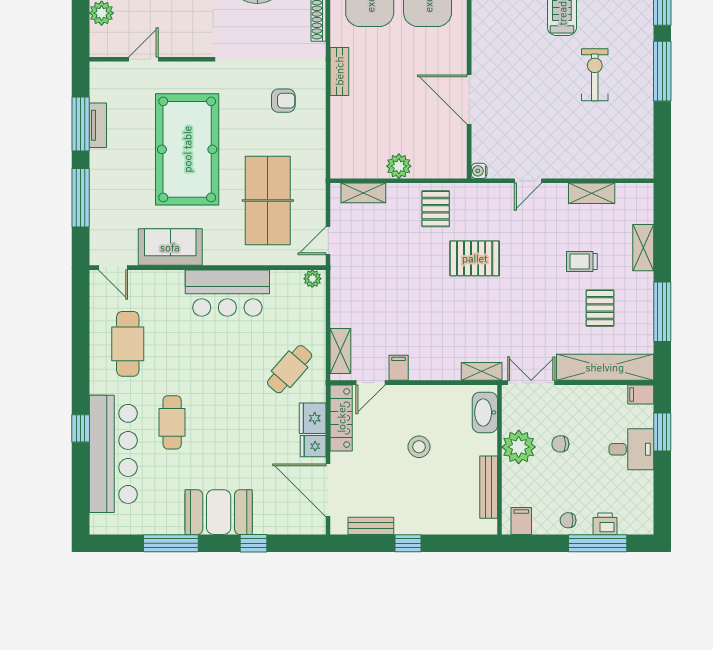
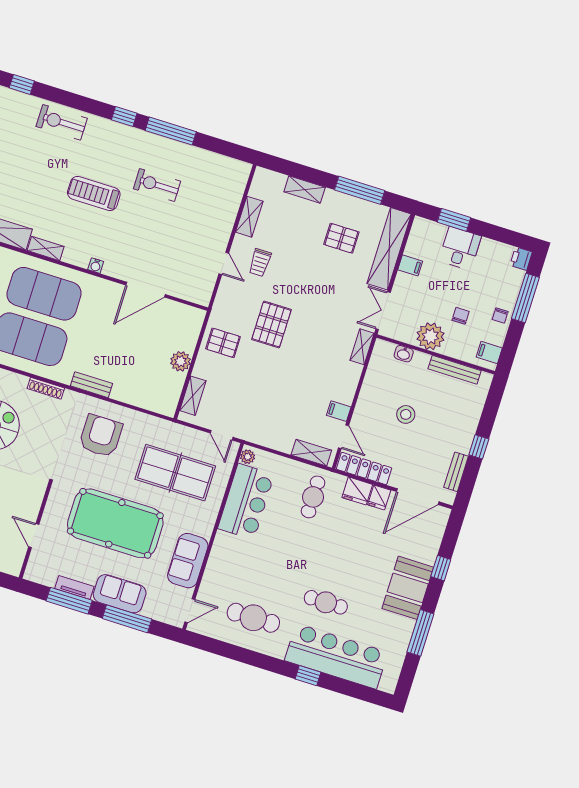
armchair: (283, 101) -> (101, 436), width x1.88, depth x1.88
water cooler: (479, 171) -> (96, 266), moved
sofa: (107, 180) -> (120, 594), added
trolley: (582, 262) -> (260, 263), moved
bar counter: (227, 293) -> (246, 501), moved
cafe table: (290, 369) -> (313, 497), turned 49
filing cabinet: (641, 395) -> (410, 265), moved, turned -90
washbasin: (485, 412) -> (404, 354), width x0.52, depth x0.69
chair: (560, 444) -> (461, 316), moved, turned 180
printer: (605, 524) -> (521, 259), moved

